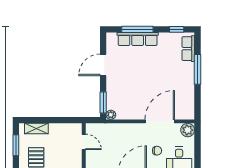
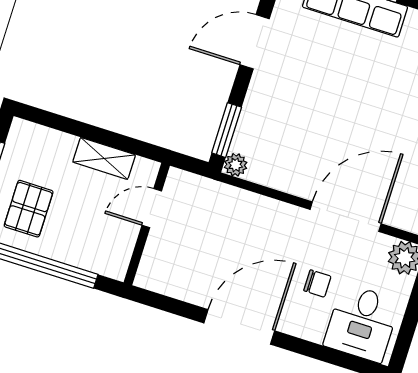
shelving: (36, 128) -> (104, 158), moved
door: (84, 142) -> (152, 208), swing flipped

